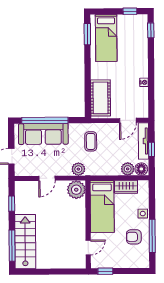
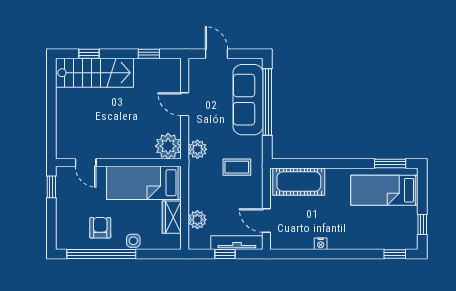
floor lamp: (141, 169) -> (197, 239), removed
window: (152, 236) -> (101, 254), width x1.46
window: (12, 246) -> (89, 54), width x0.46

